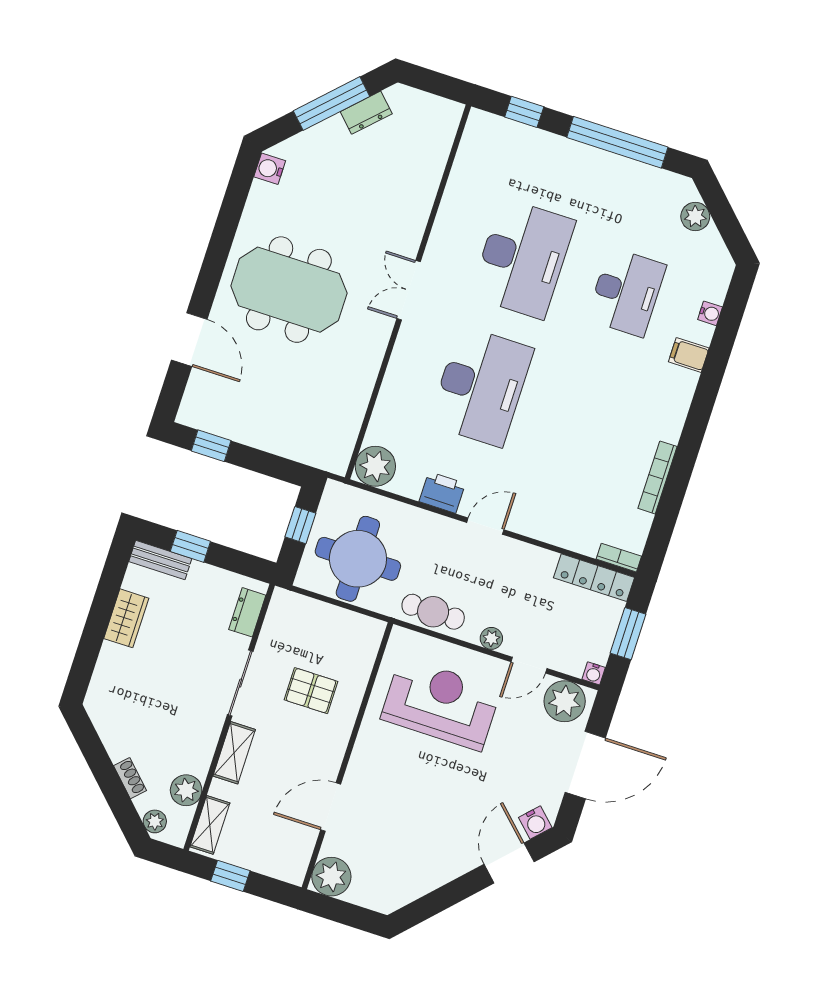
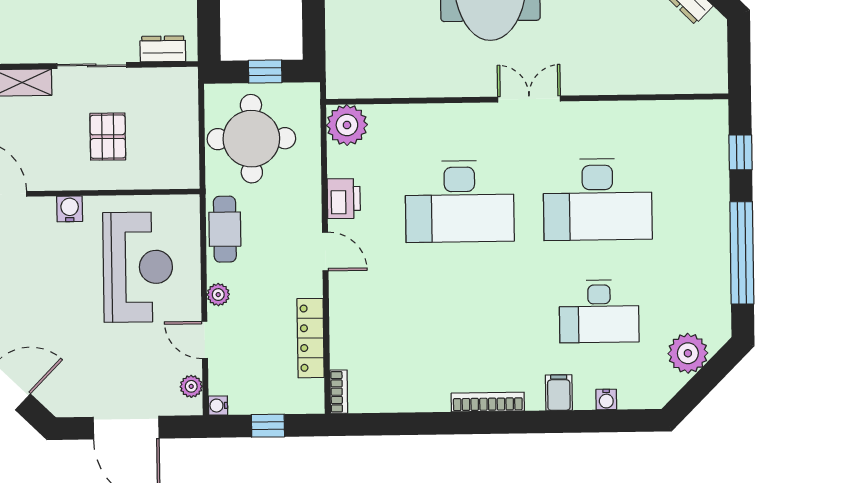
plant: (695, 216) -> (688, 353), width x1.36, depth x1.36
bookcase: (658, 477) -> (488, 402), moved
locker: (594, 578) -> (311, 338), moved
window: (628, 634) -> (268, 426), width x0.67
plant: (565, 701) -> (191, 386), width x0.53, depth x0.53
water cooler: (535, 822) -> (70, 209), moved, turned 136

